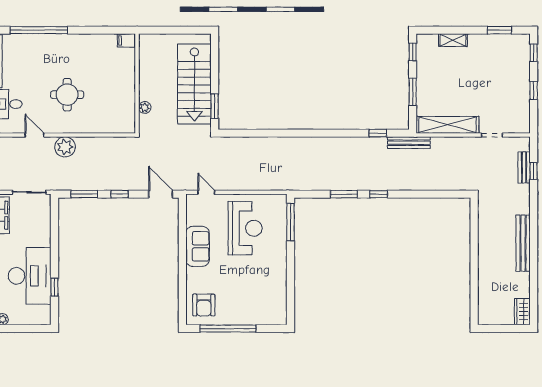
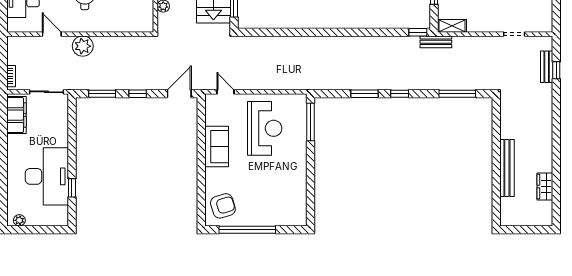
shelving: (447, 125) -> (452, 26), width x0.45, depth x0.75
window: (378, 133) -> (418, 32), moved
bench: (409, 143) -> (436, 42), width x0.73
door: (161, 194) -> (179, 94), hinge flipped
window: (436, 194) -> (457, 94), added
bench: (523, 243) -> (507, 168), moved
armchair: (204, 305) -> (223, 206), turned -107
wardrobe: (522, 312) -> (545, 187), moved

